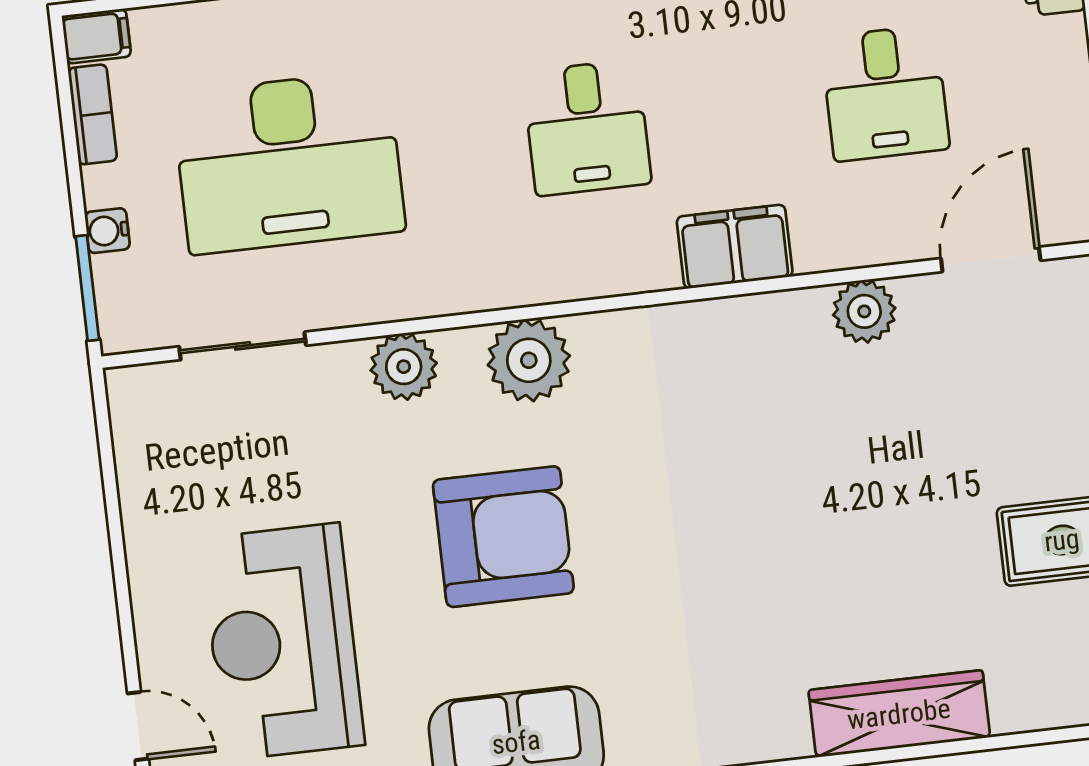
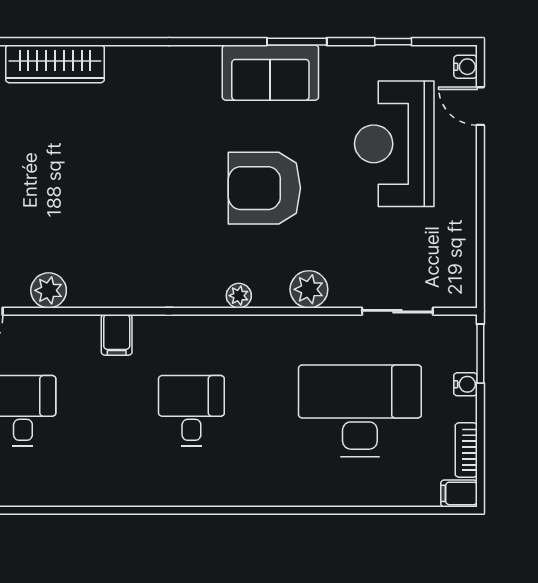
filing cabinet: (735, 247) -> (117, 335), width x0.50
plant: (529, 360) -> (239, 296), width x0.53, depth x0.53
reception desk: (283, 642) -> (394, 144), turned 180

